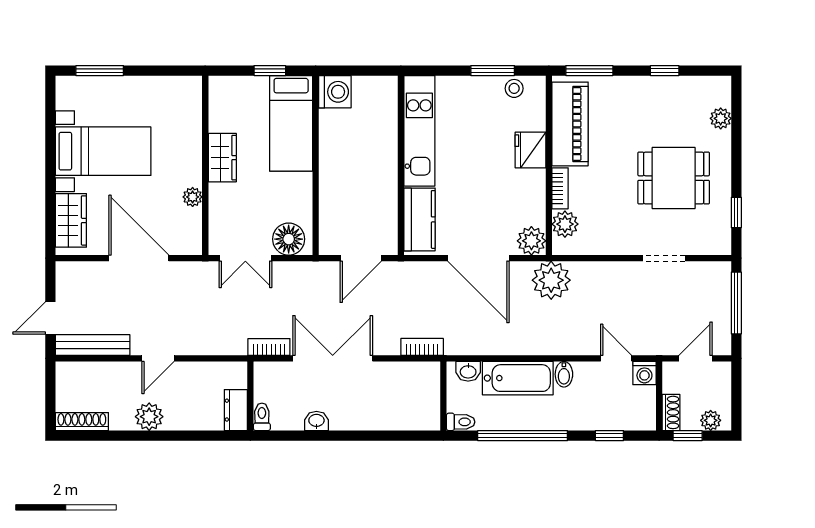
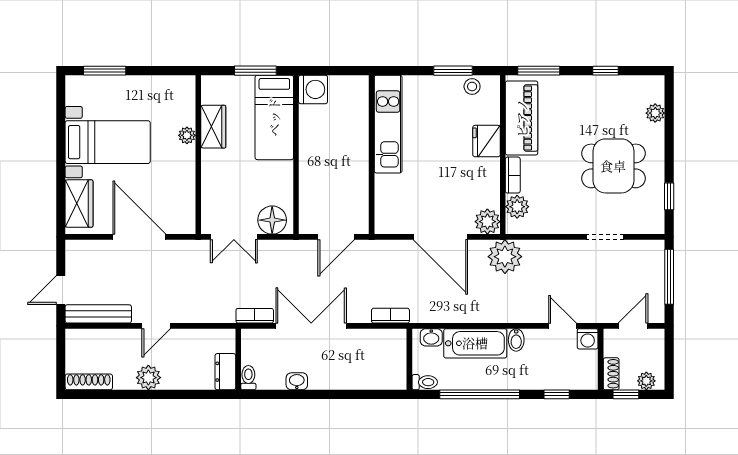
window: (270, 71) -> (255, 71), width x1.50
wardrobe: (222, 158) -> (213, 127), moved
plant: (193, 197) -> (187, 135), moved
kitchen counter: (420, 219) -> (388, 203), removed

